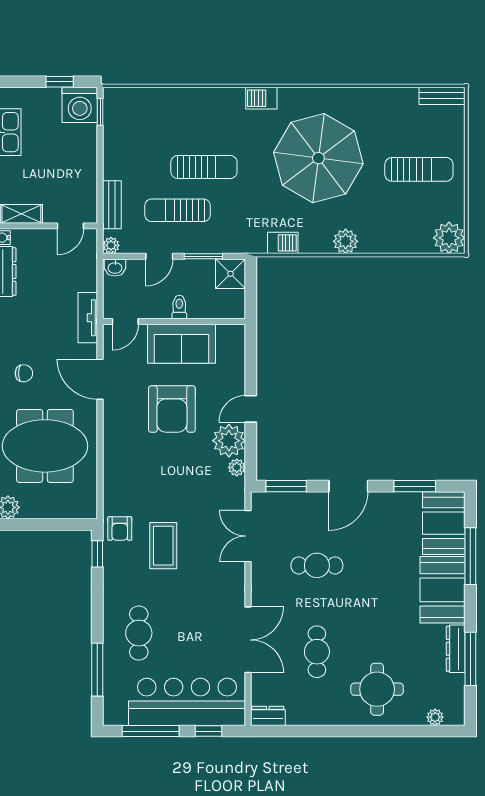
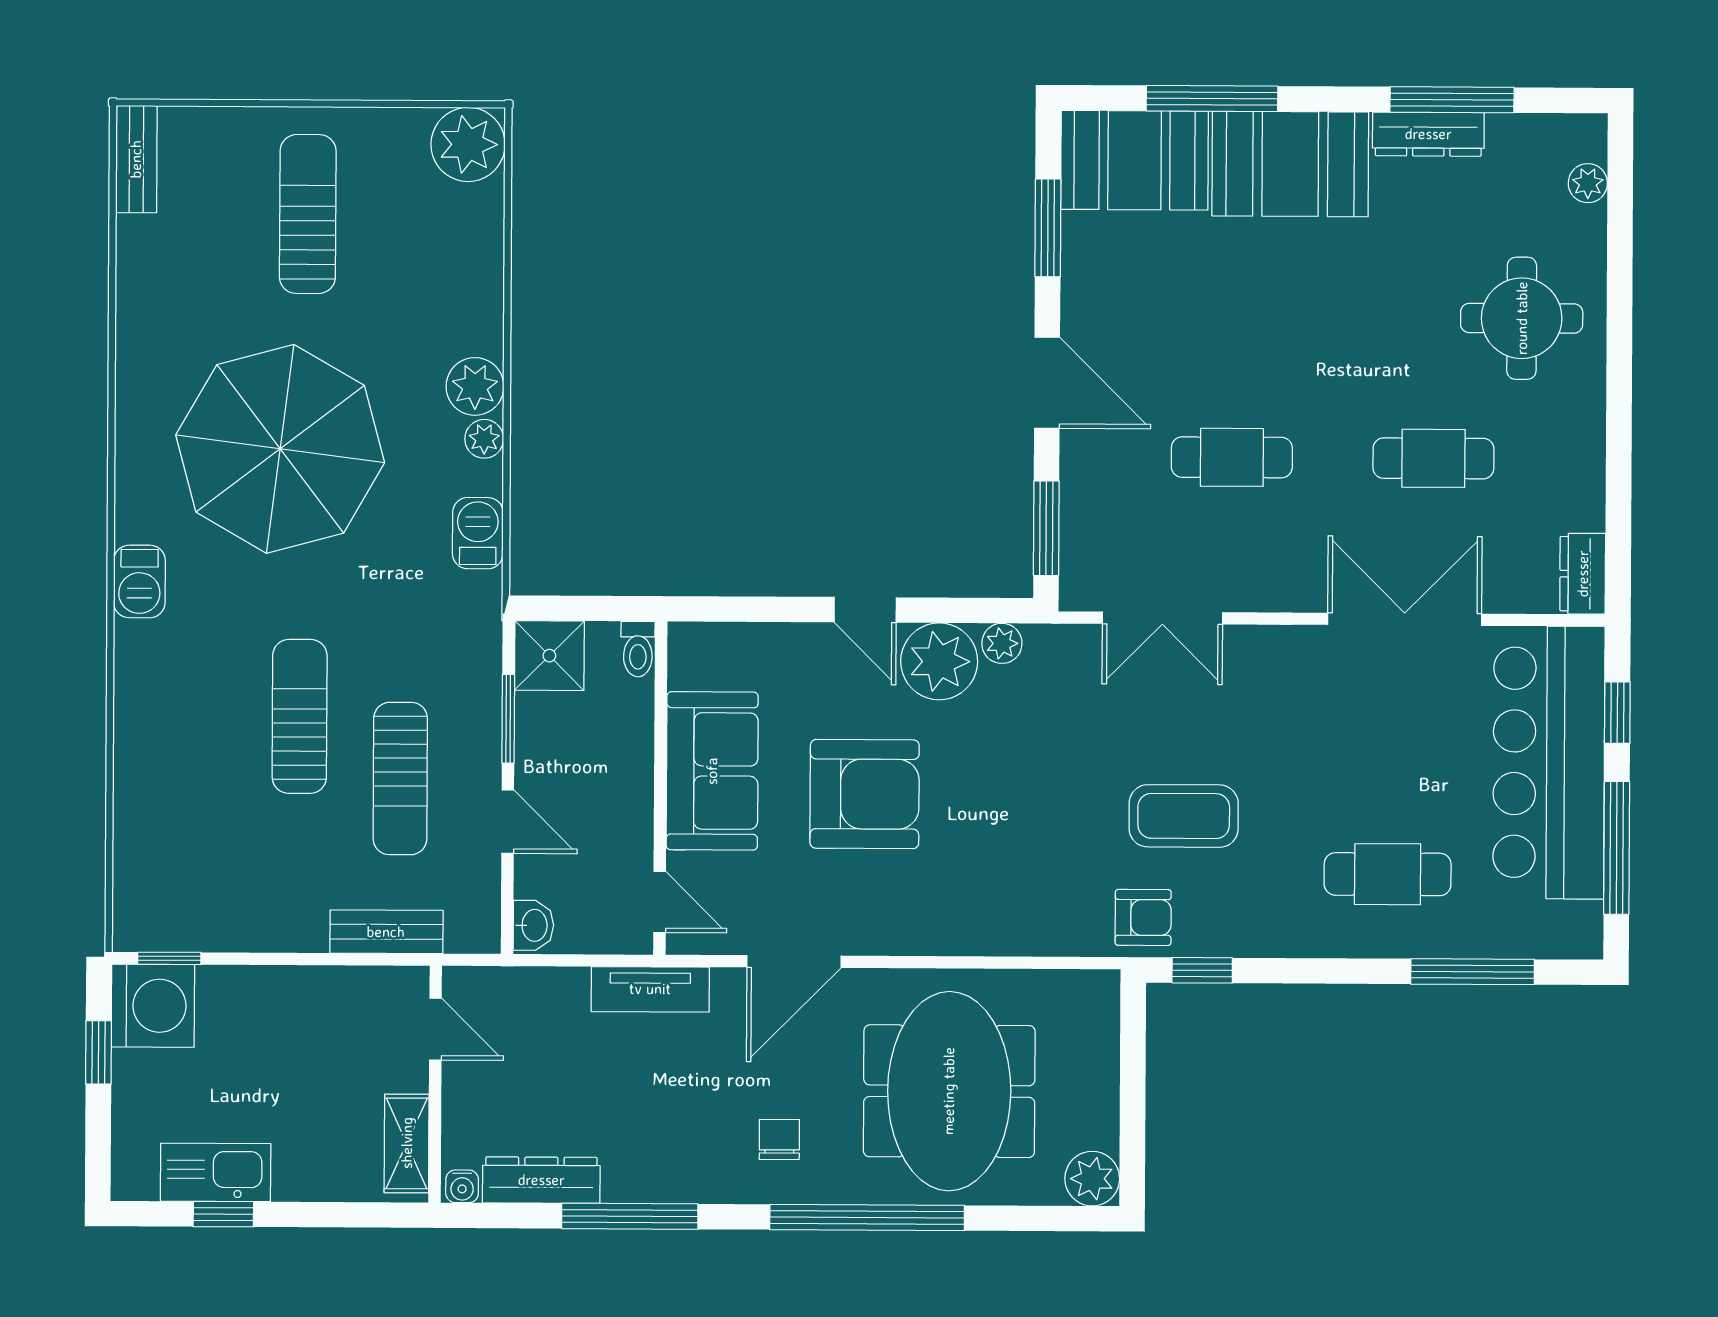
plant: (111, 245) -> (484, 439), moved
toilet: (179, 307) -> (638, 649), moved, turned -90
cafe table: (317, 565) -> (1232, 457), turned 90

